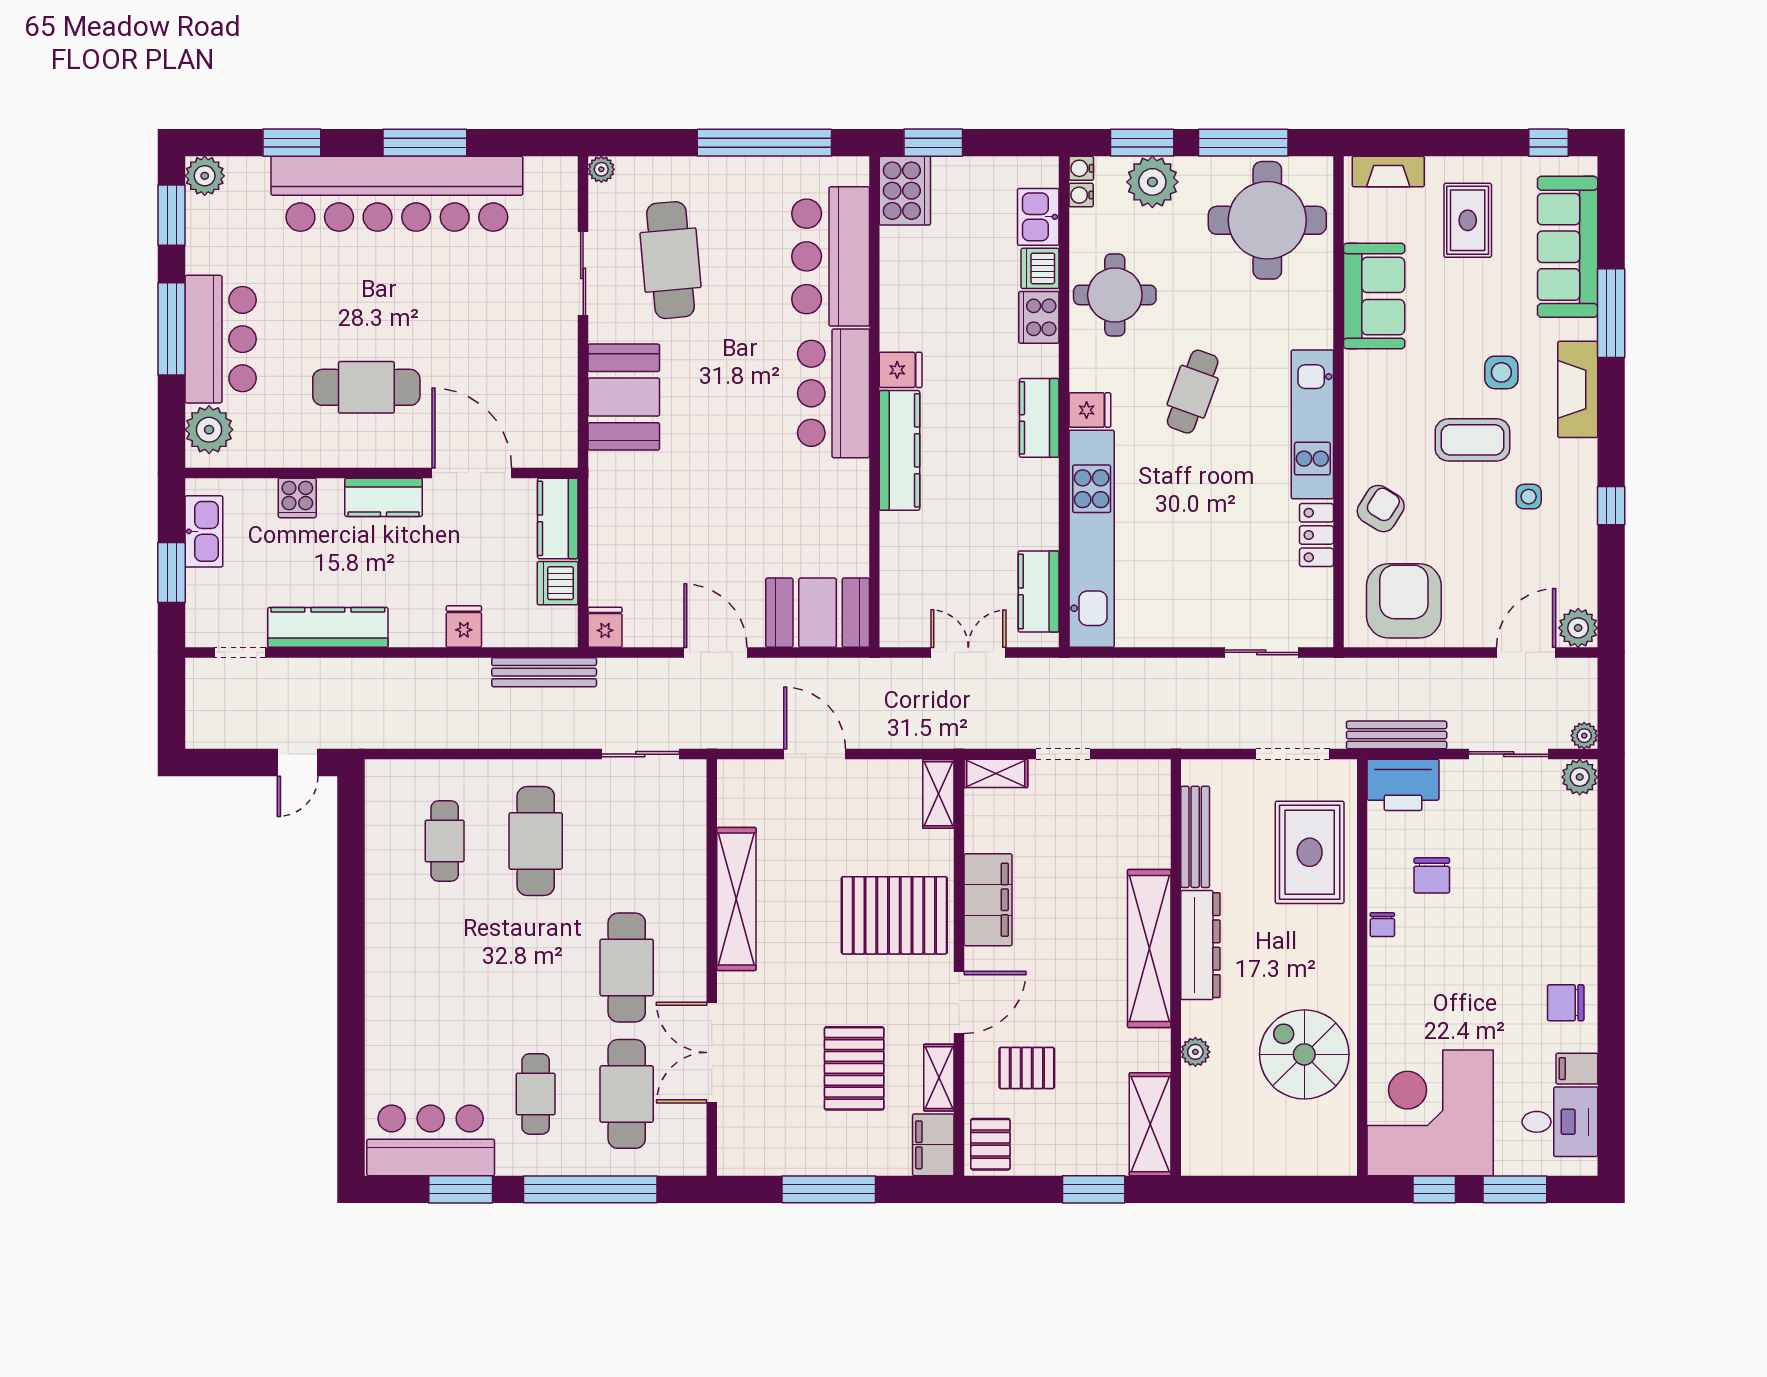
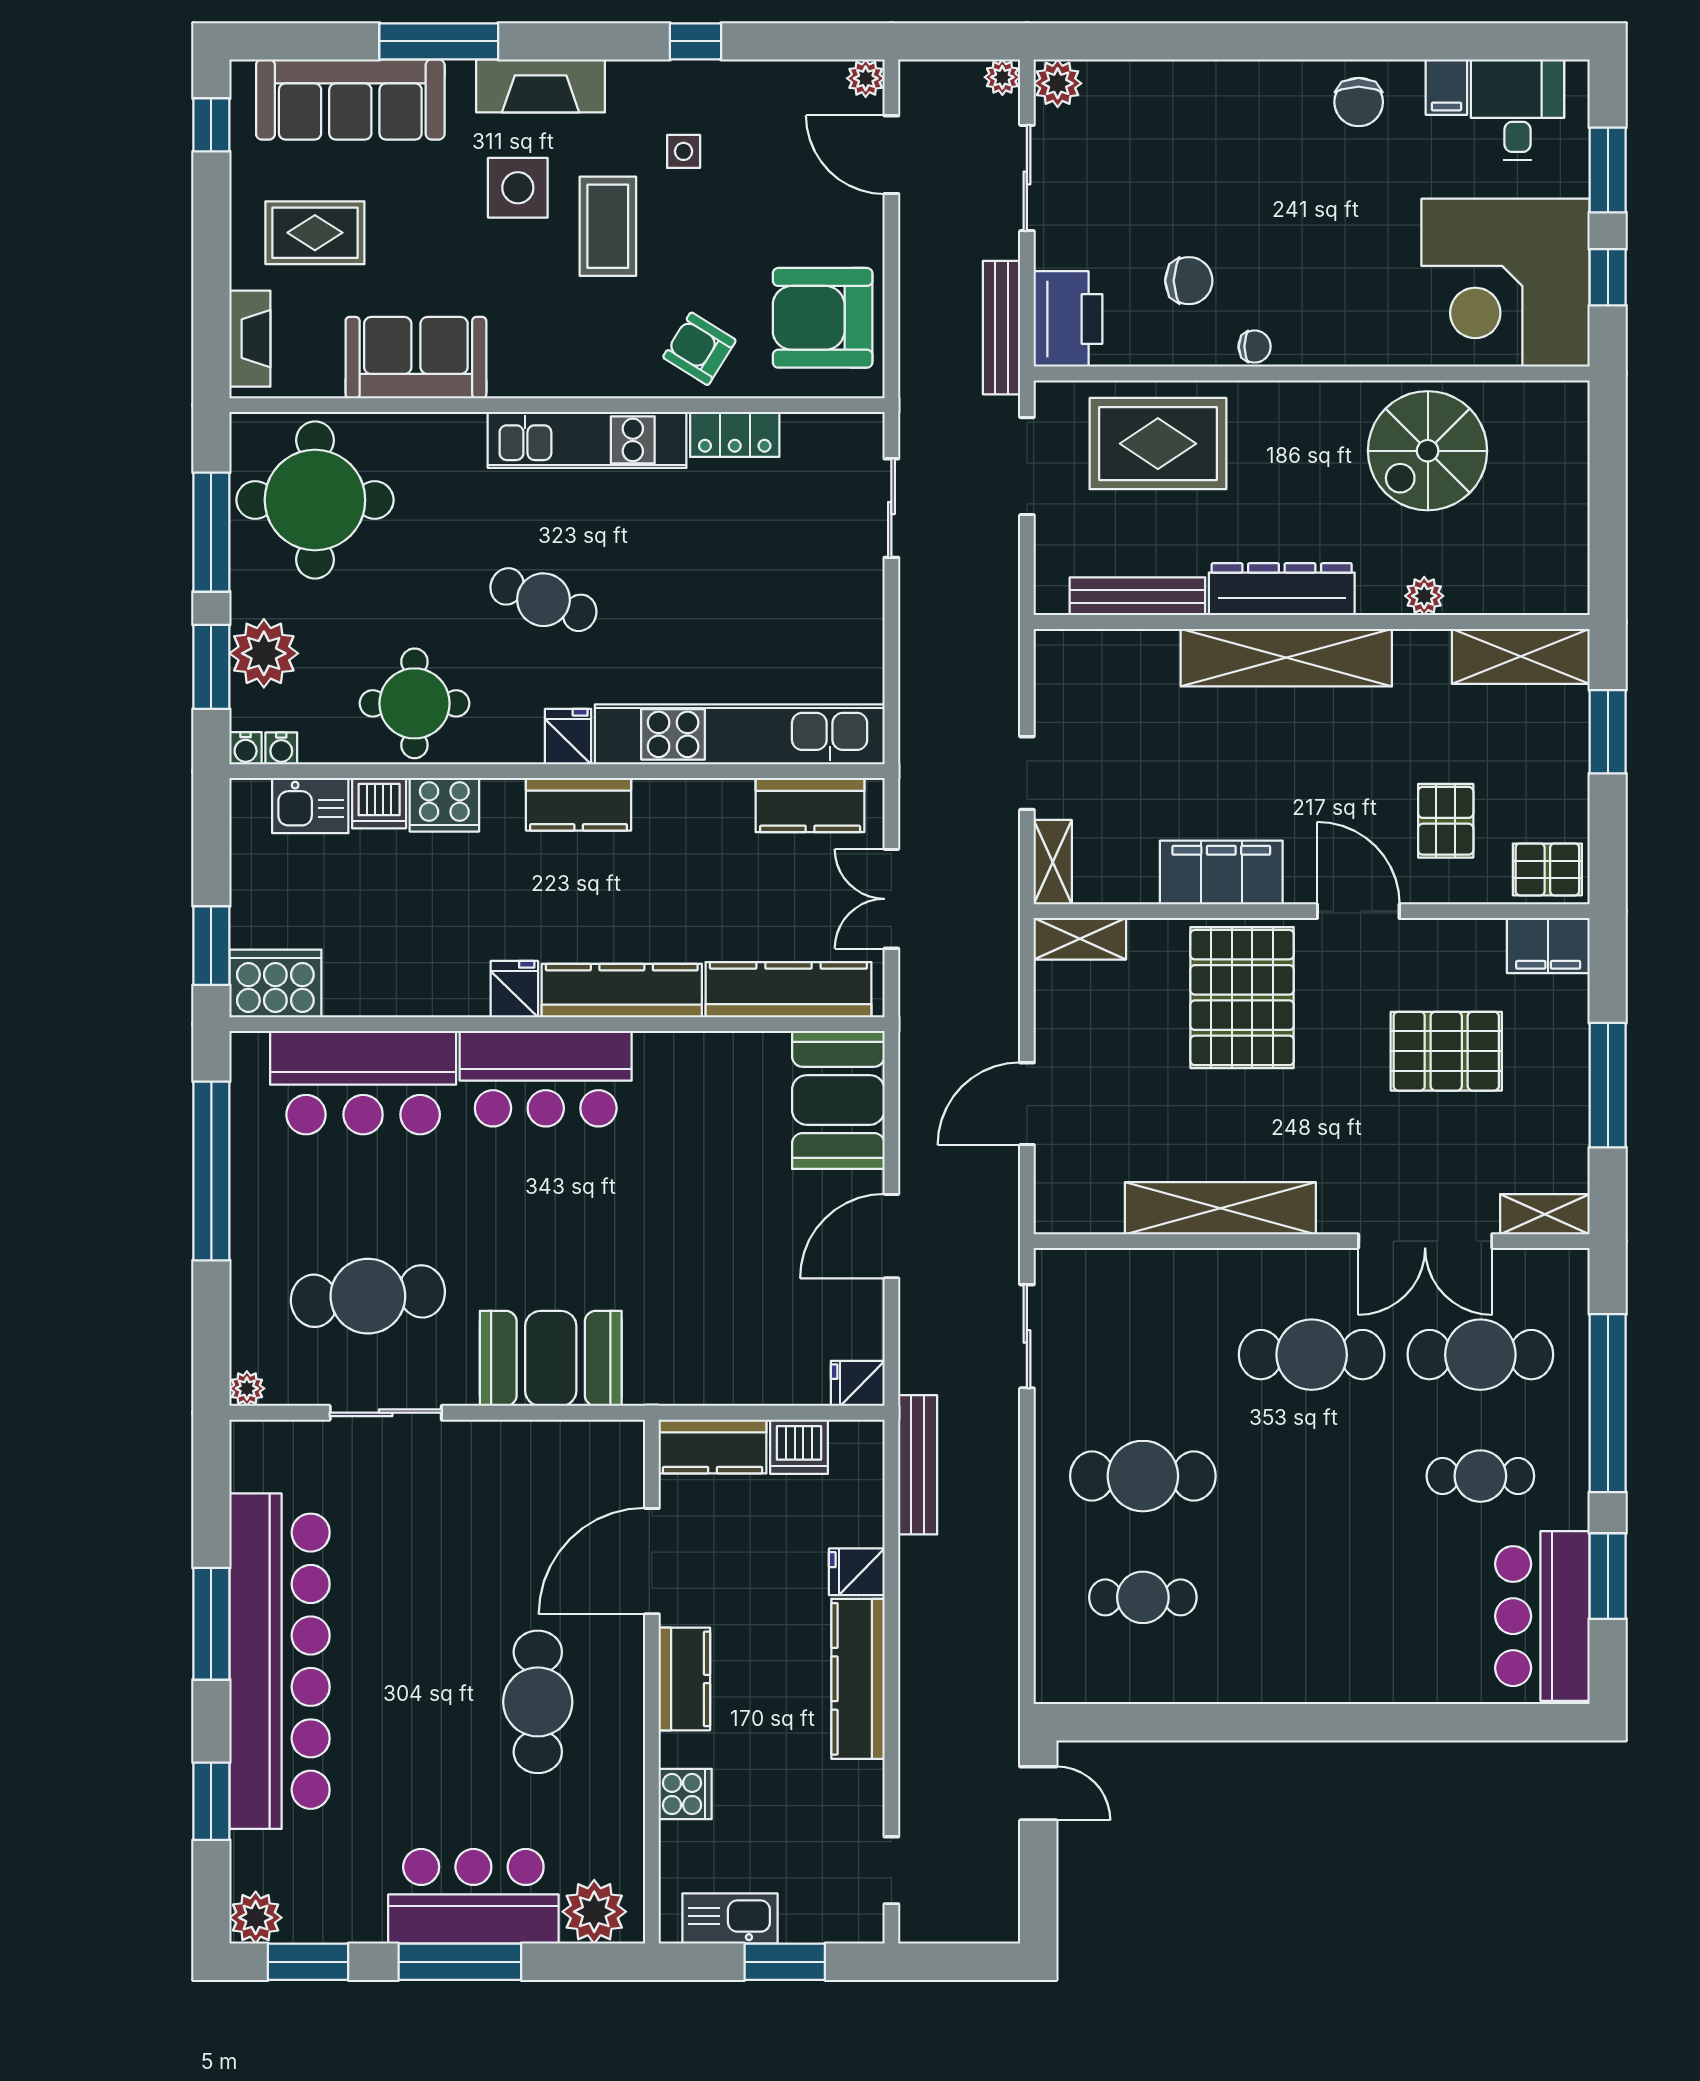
side table: (1501, 372) -> (518, 188), width x1.37, depth x1.37
kitchen counter: (900, 575) -> (788, 990), added
kitchen counter: (328, 627) -> (858, 1679), moved
plant: (1578, 628) -> (866, 78), width x0.73, depth x0.73
shelving: (939, 1078) -> (1545, 1214), moved

